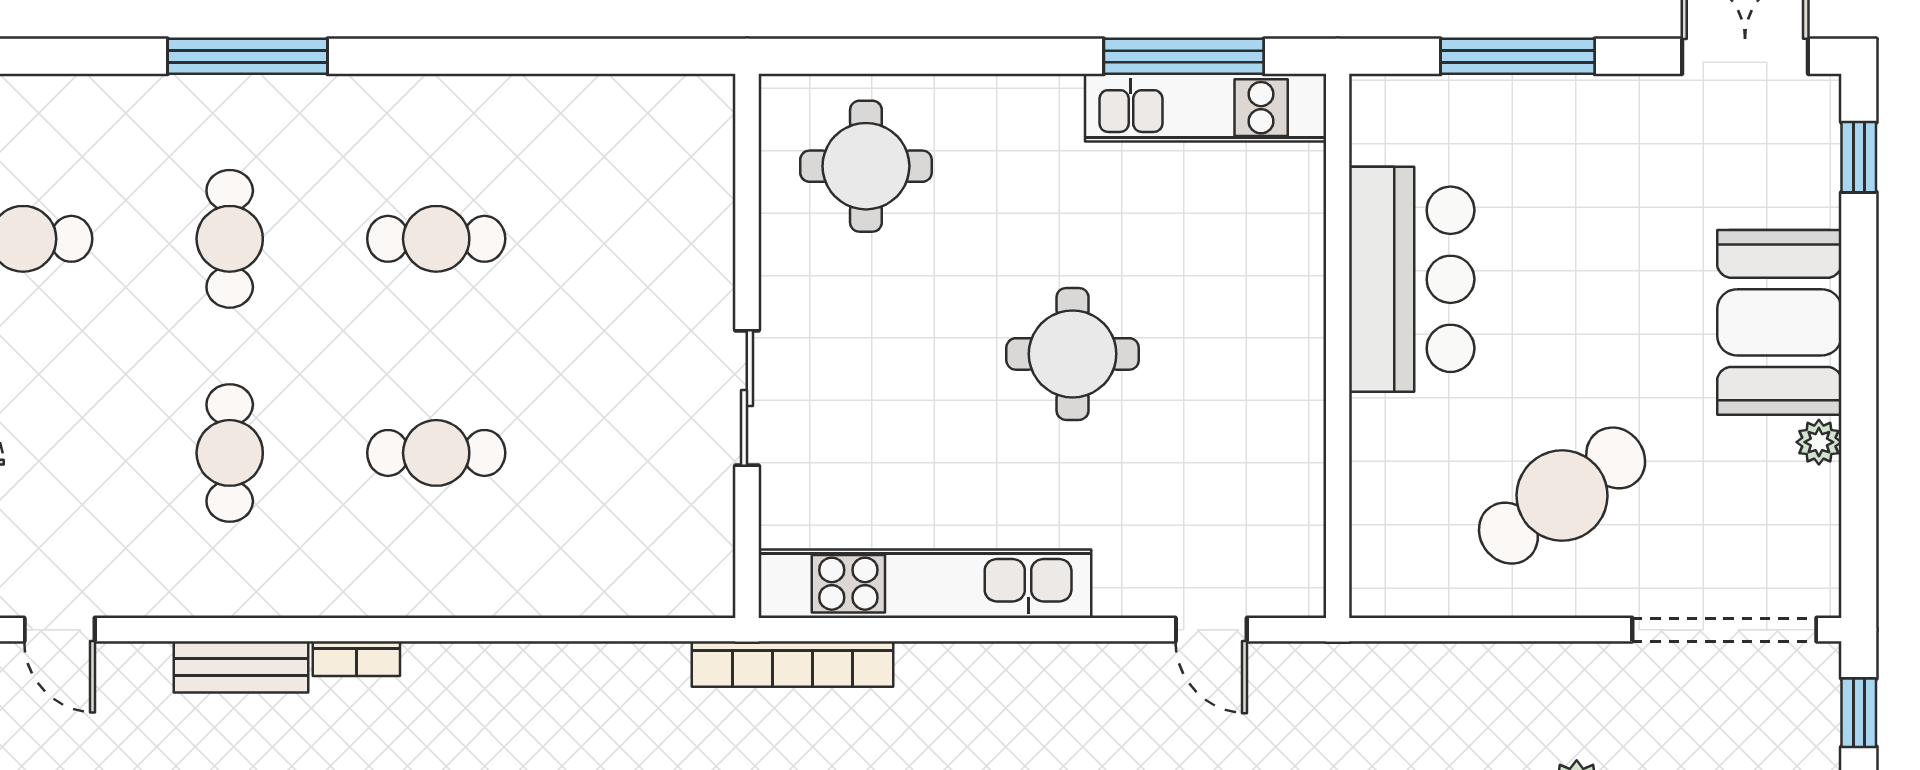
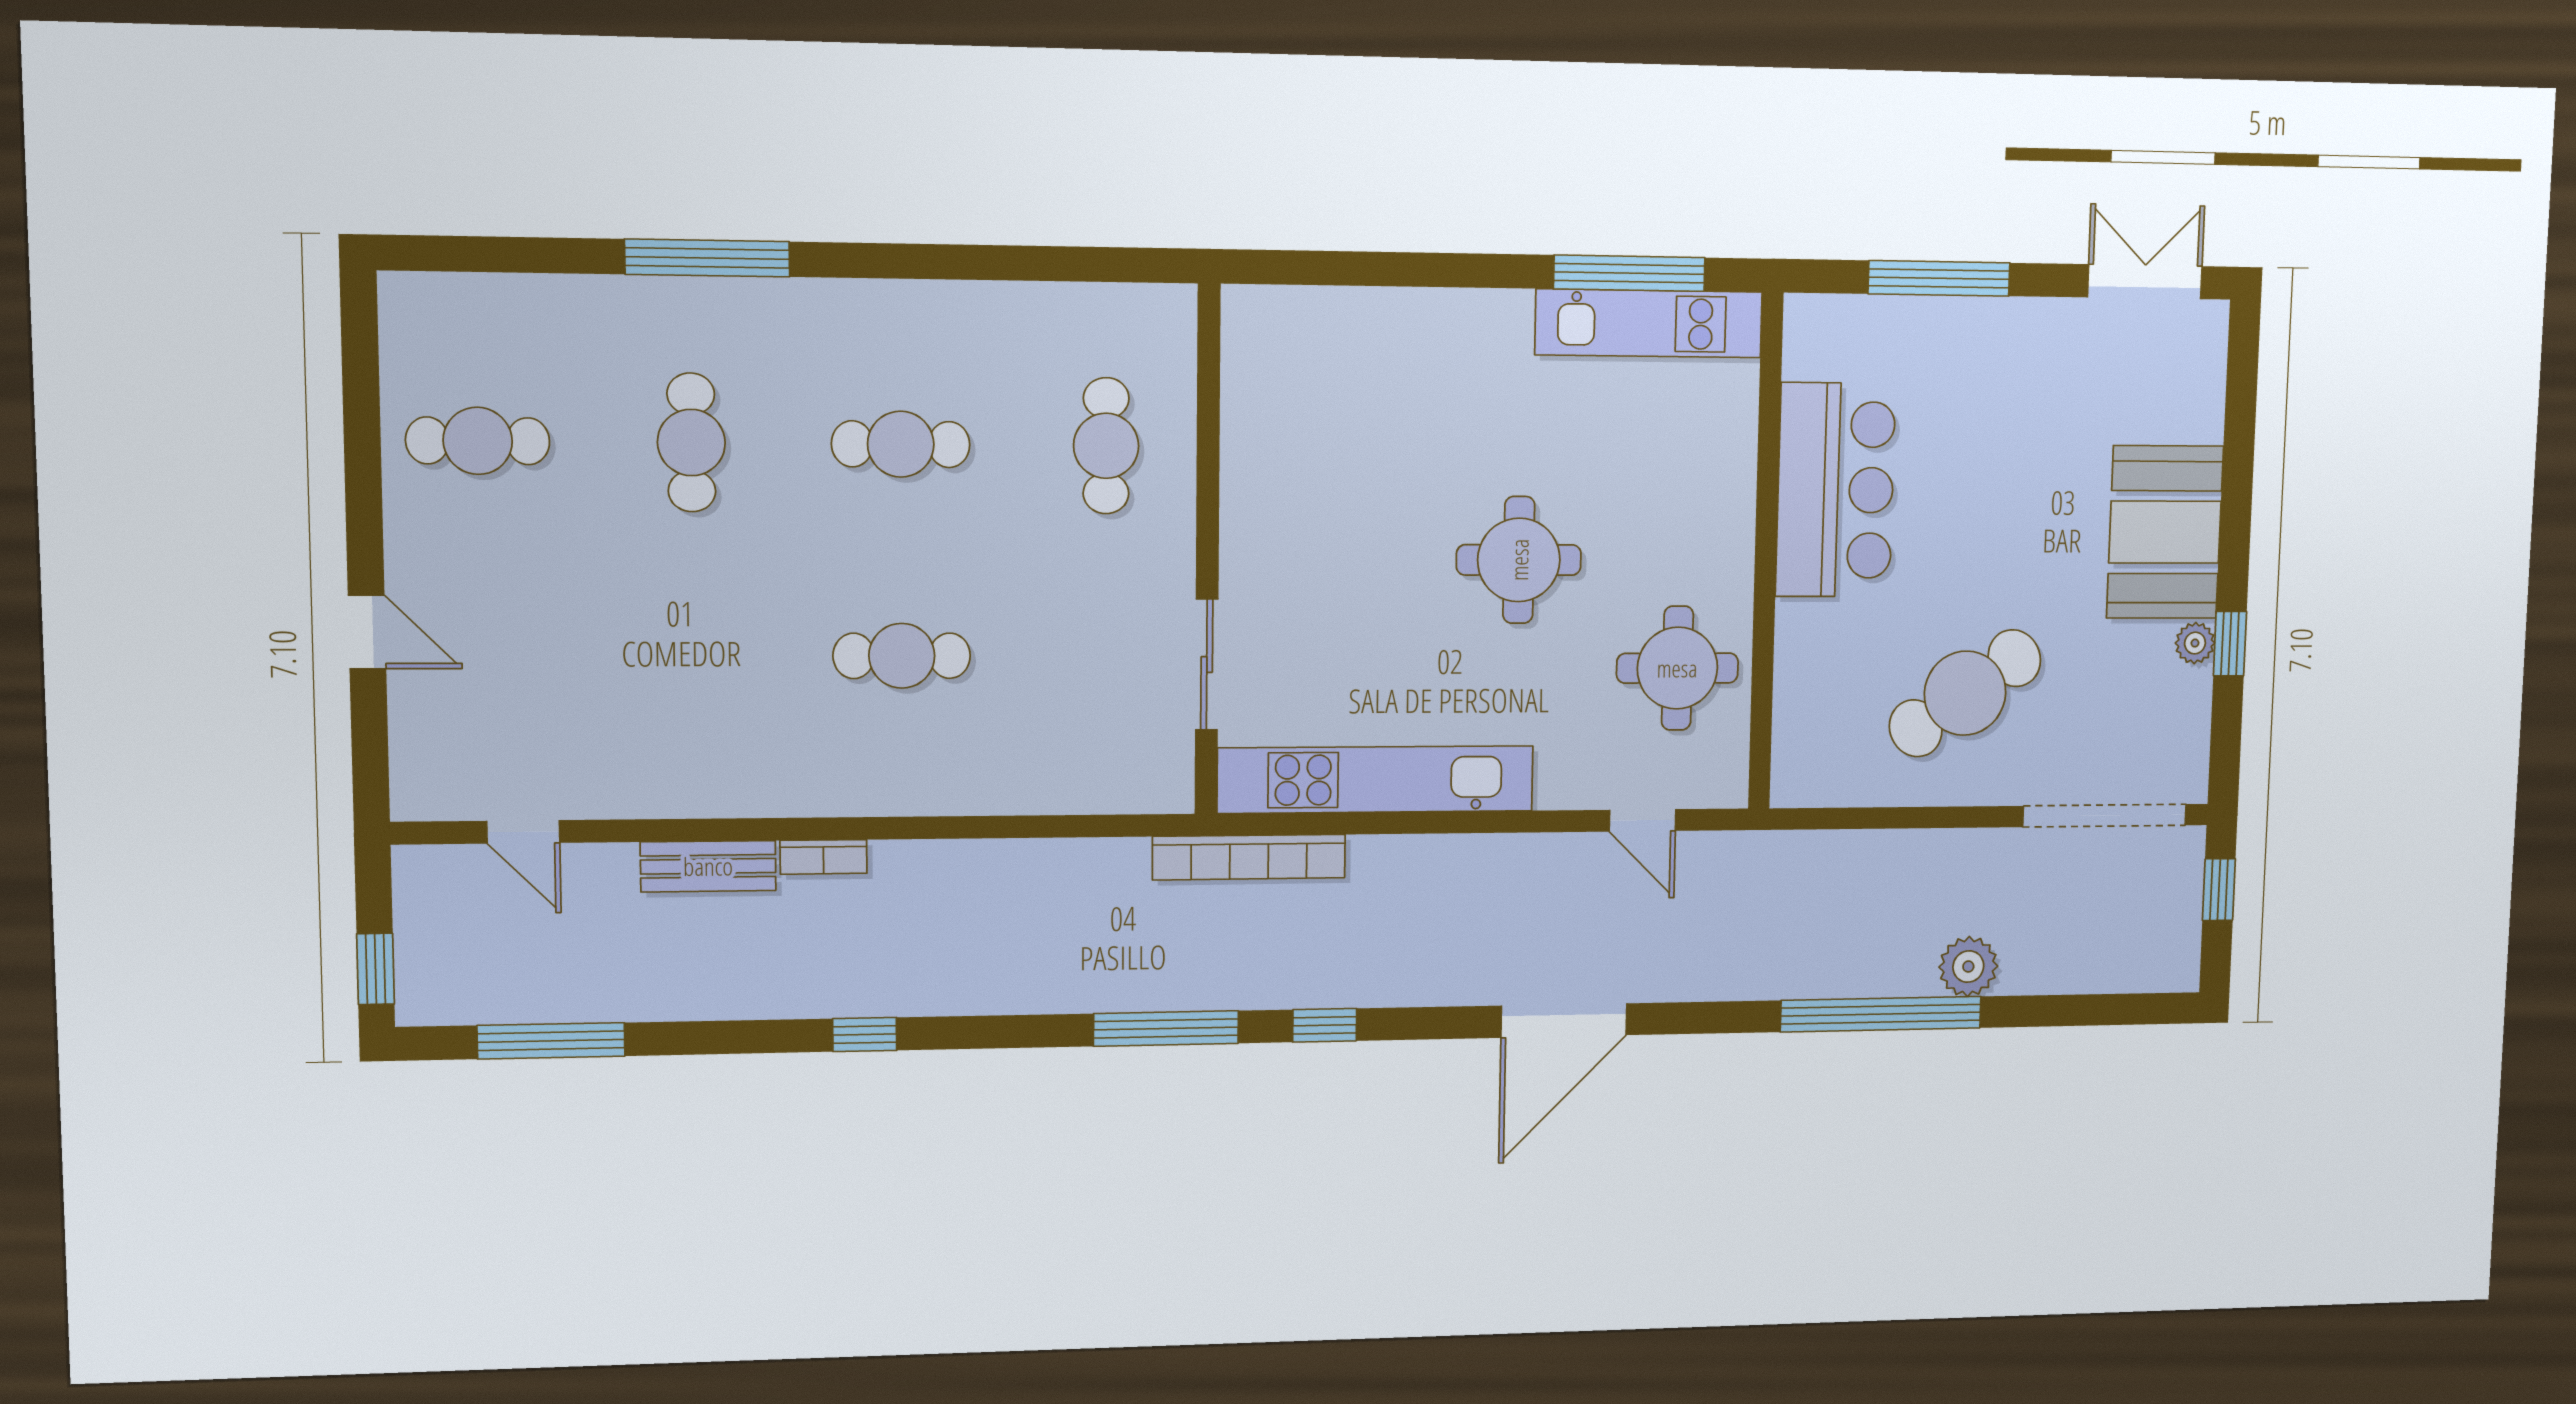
window: (1859, 157) -> (2230, 644), moved
round table: (866, 166) -> (1677, 668), moved
sliding door: (747, 398) -> (1207, 664), moved
cafe table: (230, 453) -> (1106, 446), moved

